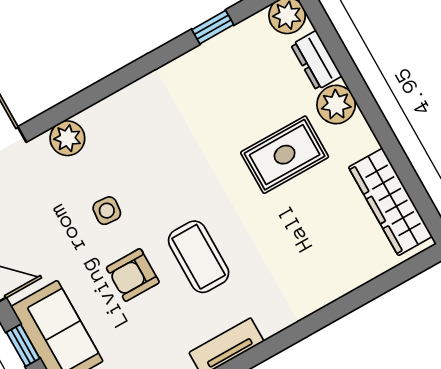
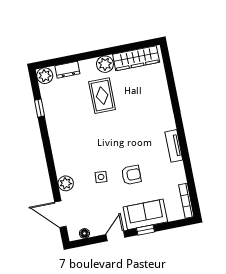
plant: (336, 104) -> (105, 64), moved
coffee table: (199, 257) -> (133, 145), removed
armchair: (133, 275) -> (131, 175), turned -90

